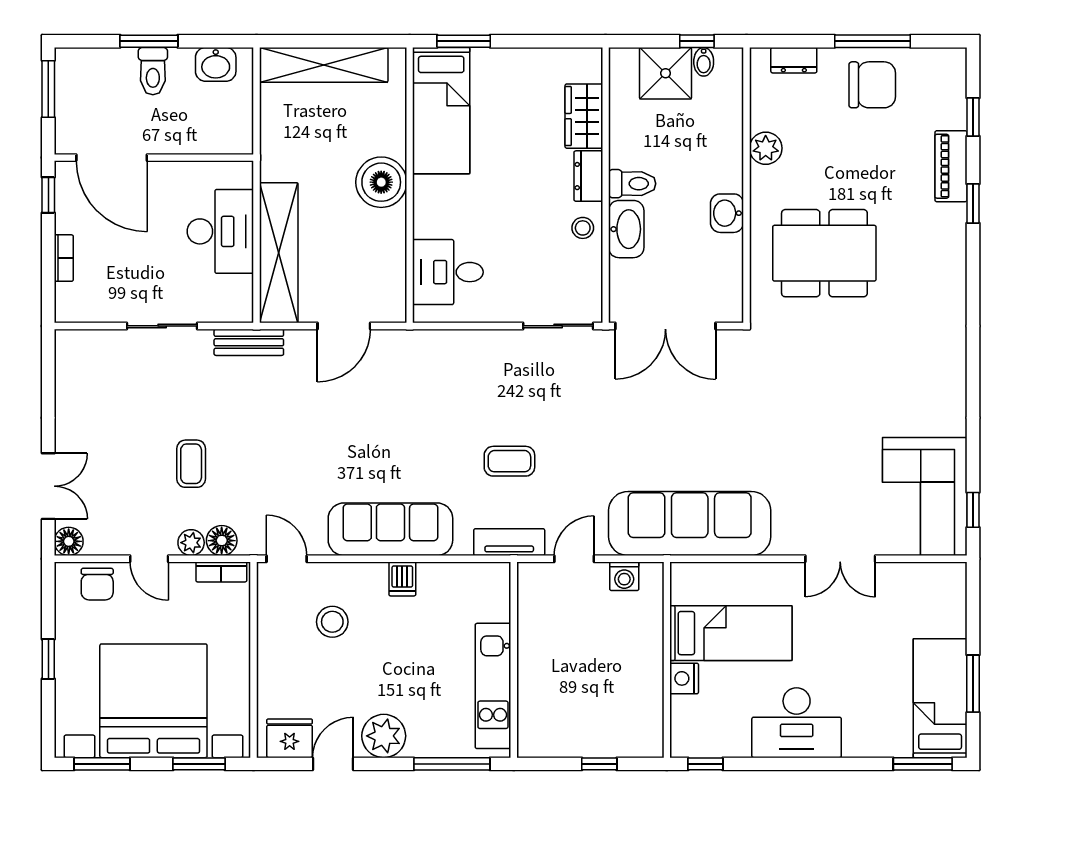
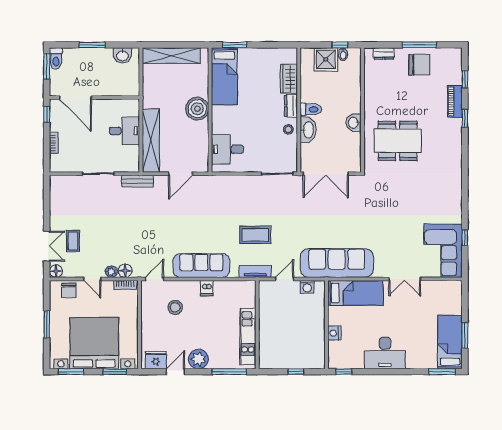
toilet: (153, 71) -> (56, 58), moved
plant: (766, 148) -> (371, 93), removed
desk: (220, 231) -> (125, 131), width x0.73
coffee table: (509, 461) -> (255, 235), width x1.36, depth x1.30
coffee table: (191, 464) -> (73, 241), moved
window: (973, 510) -> (465, 238), moved
door: (287, 559) -> (154, 279), hinge flipped
bed: (731, 633) -> (355, 293), moved
window: (48, 659) -> (47, 324), width x1.50

